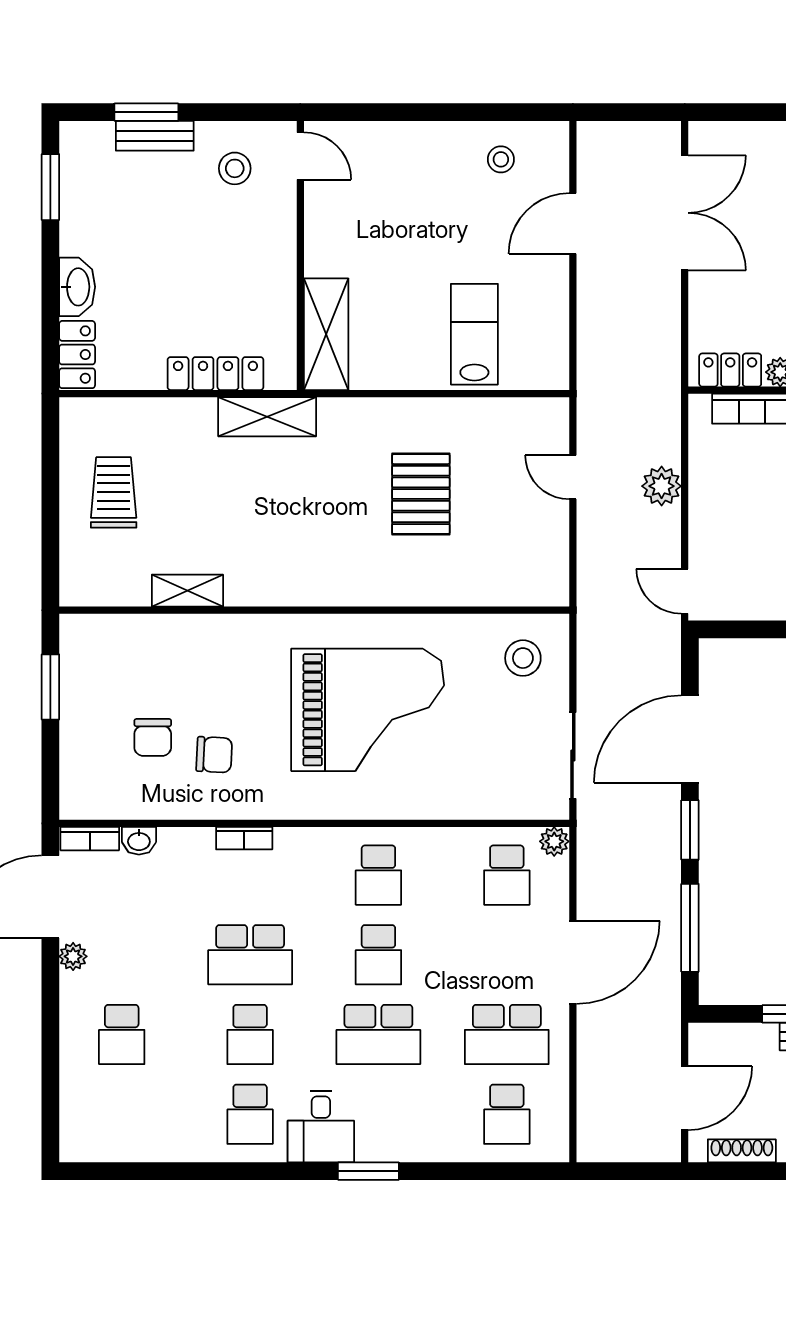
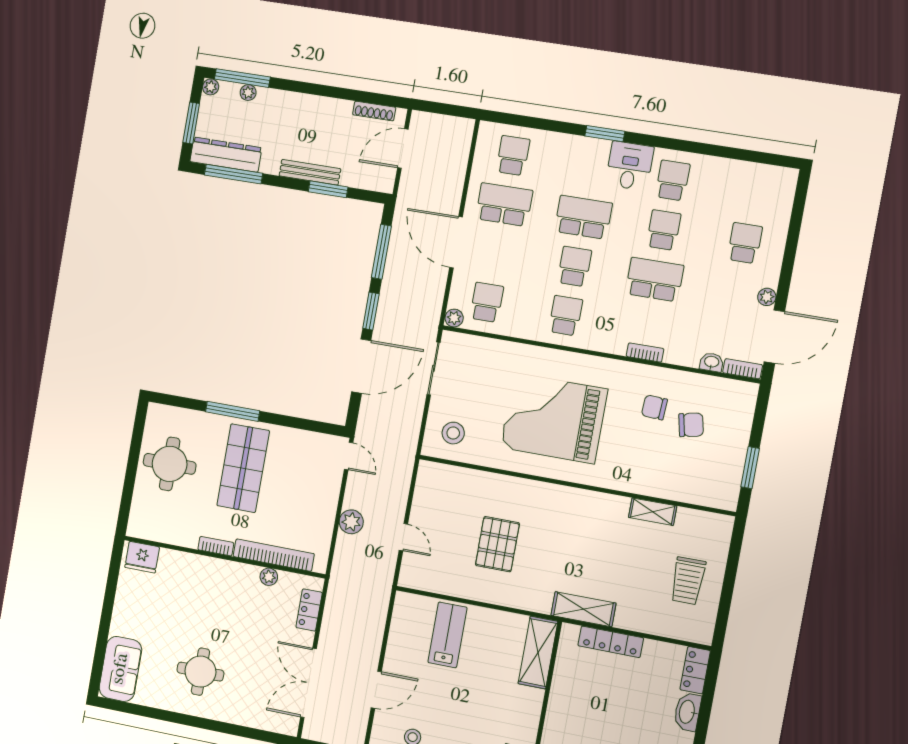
lab bench: (474, 334) -> (447, 635), turned 180
locker: (730, 370) -> (309, 610), moved, turned 90
chair: (153, 737) -> (691, 425), turned 78
door: (573, 962) -> (456, 242), hinge flipped

